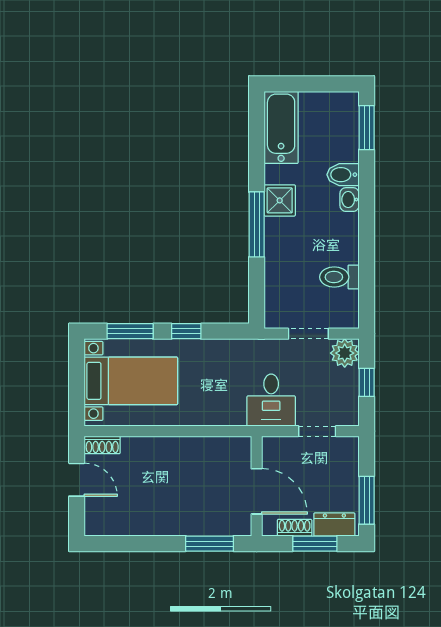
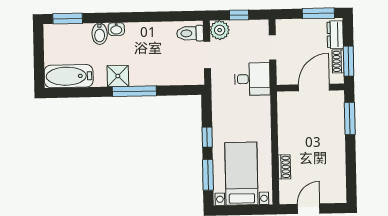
toilet: (339, 277) -> (190, 33), moved, turned 90
shoe rack: (102, 445) -> (284, 167), moved
window: (315, 544) -> (349, 61), moved

